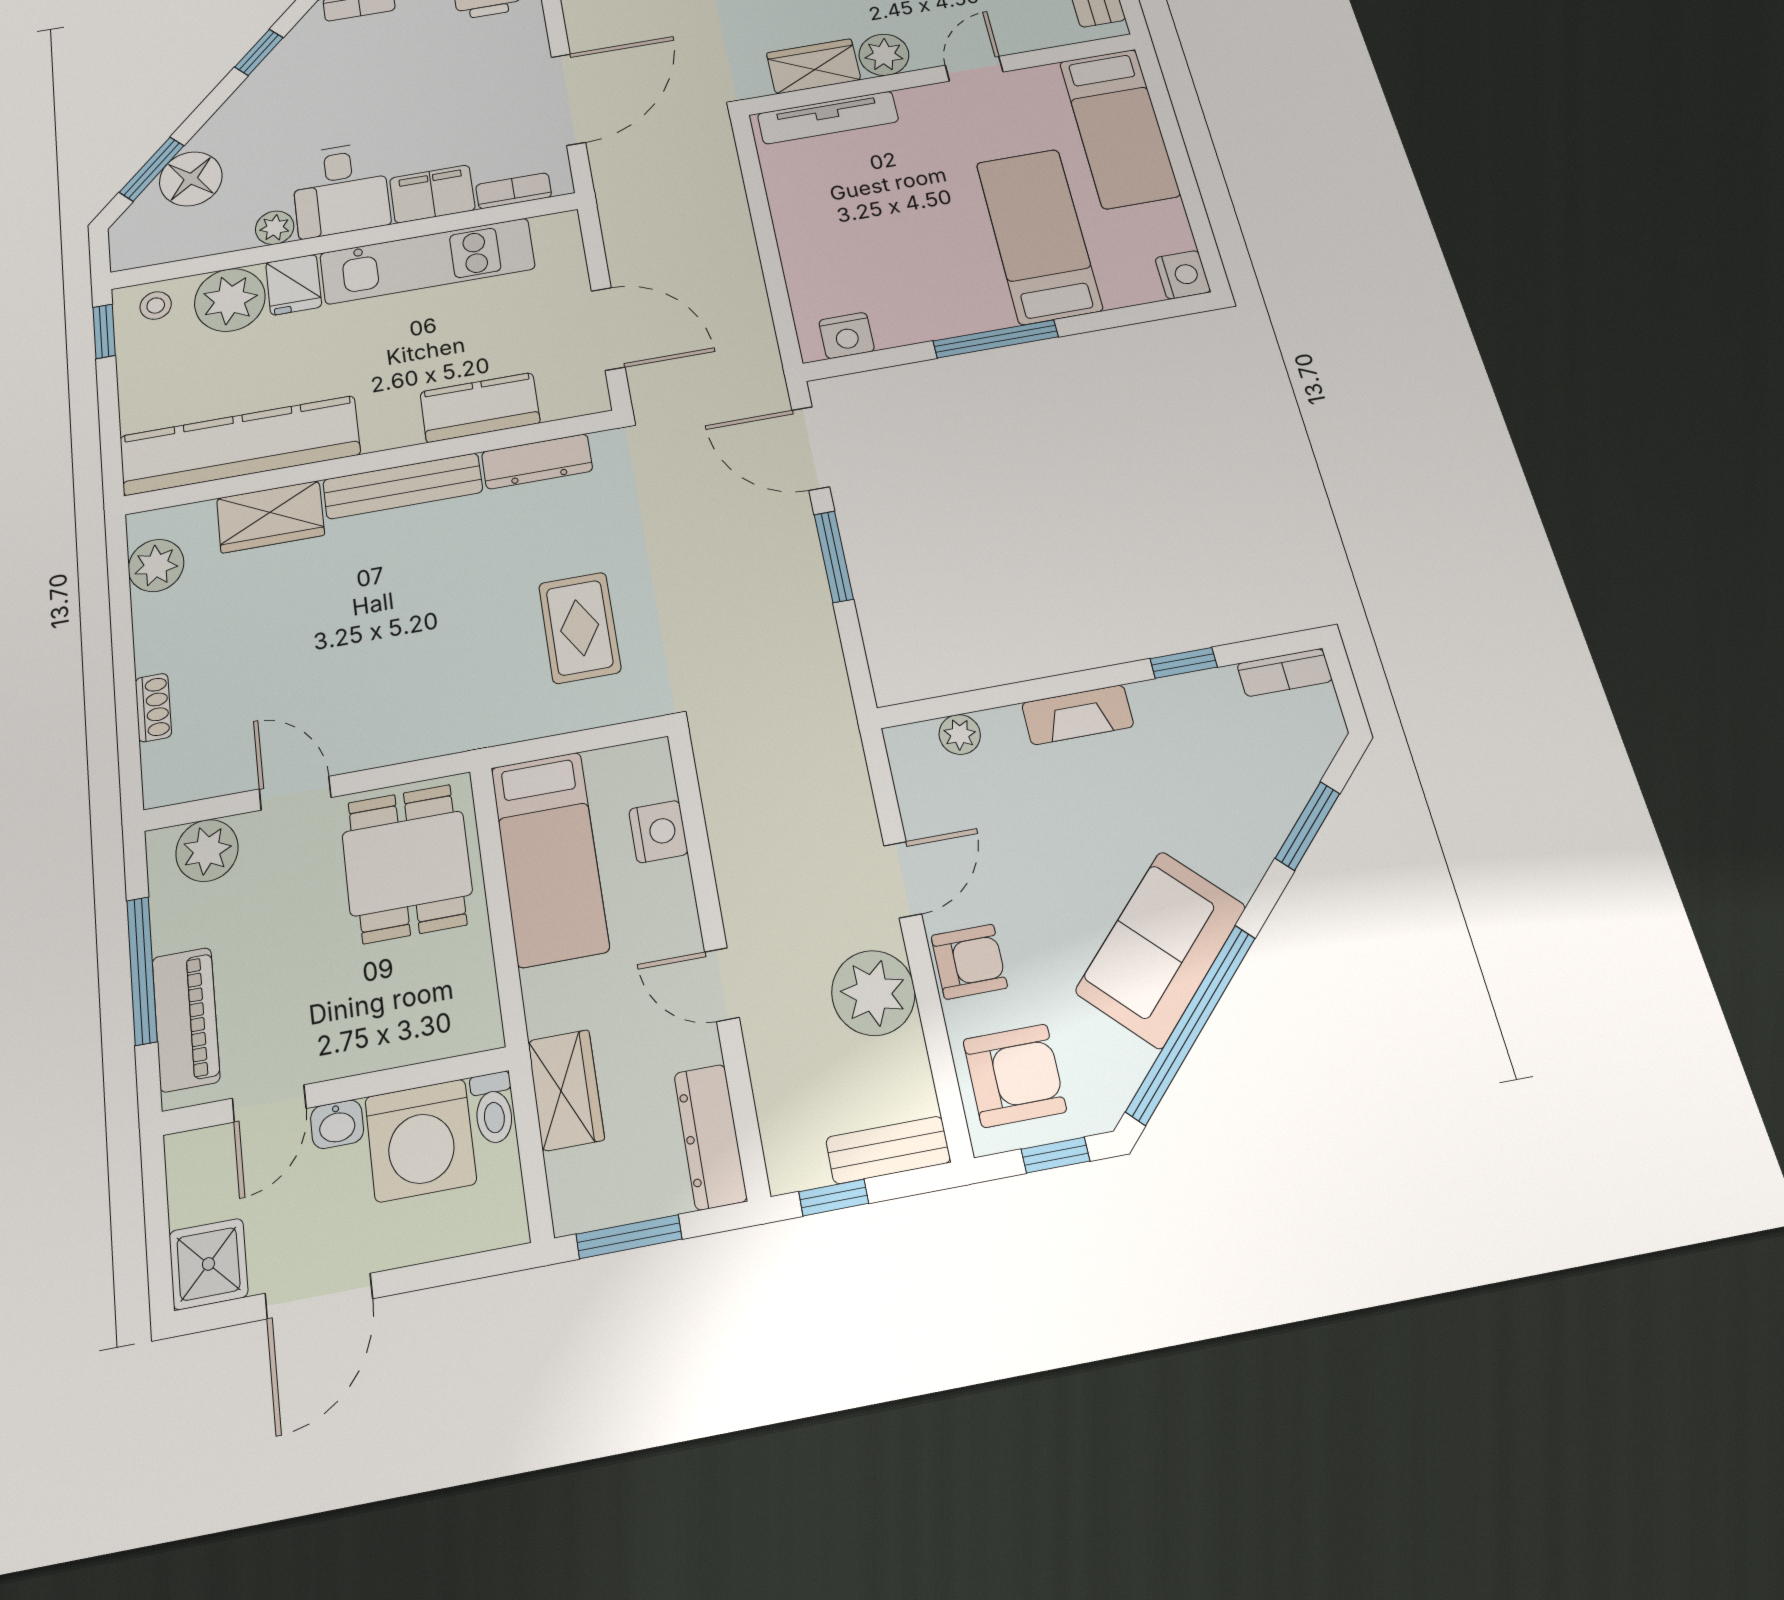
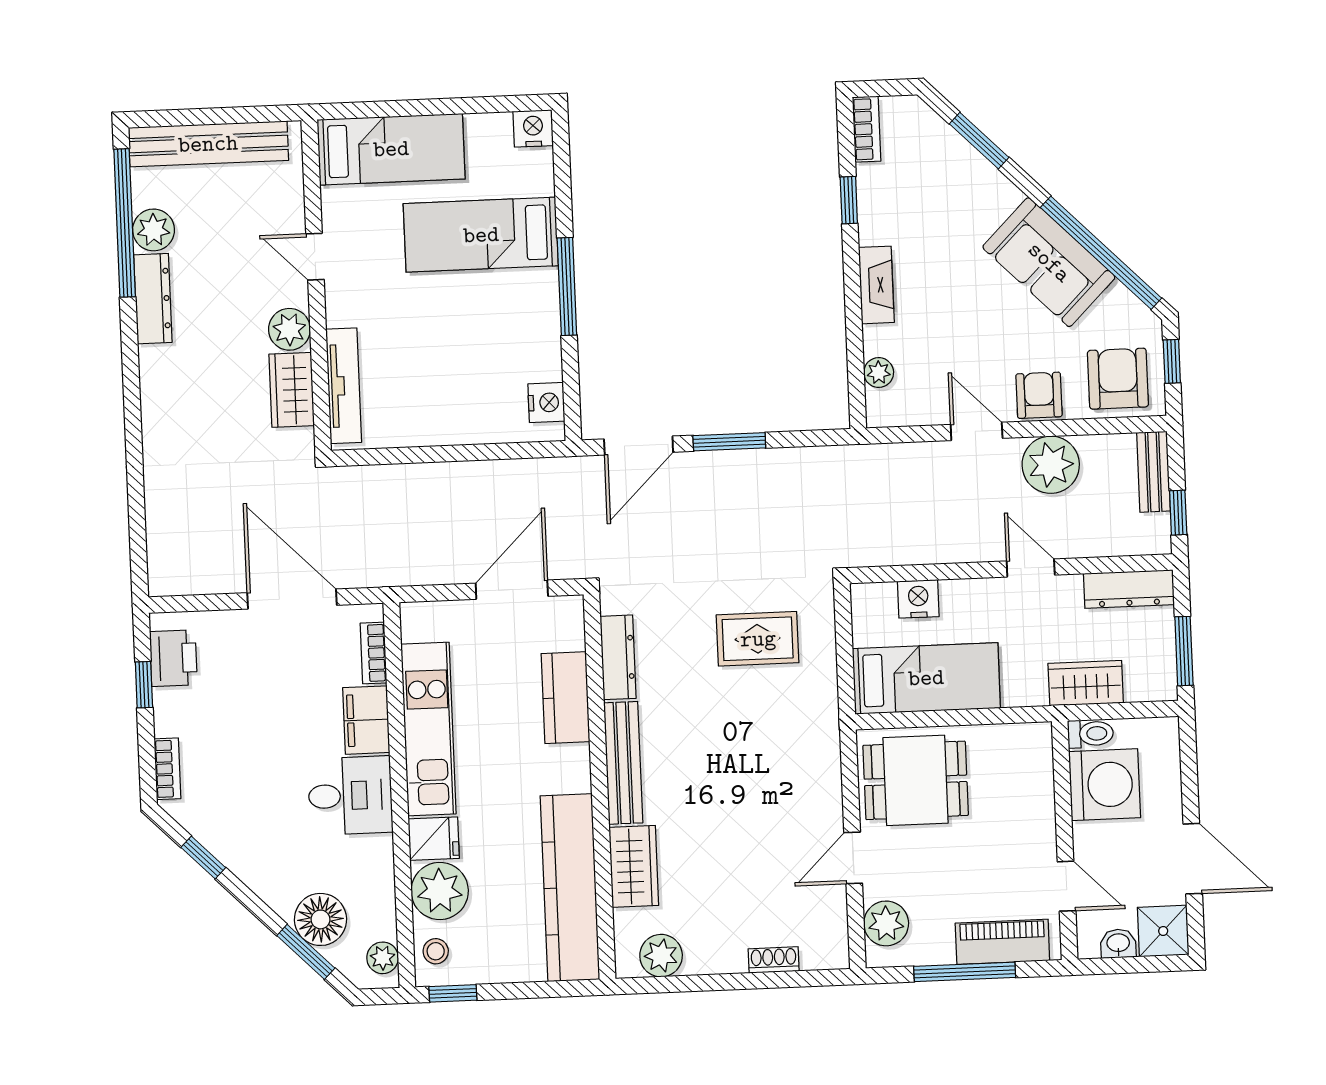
plant: (275, 228) -> (383, 958), moved
door: (722, 985) -> (1031, 568), swing flipped
washbasin: (337, 1124) -> (1118, 944), moved, turned -90

